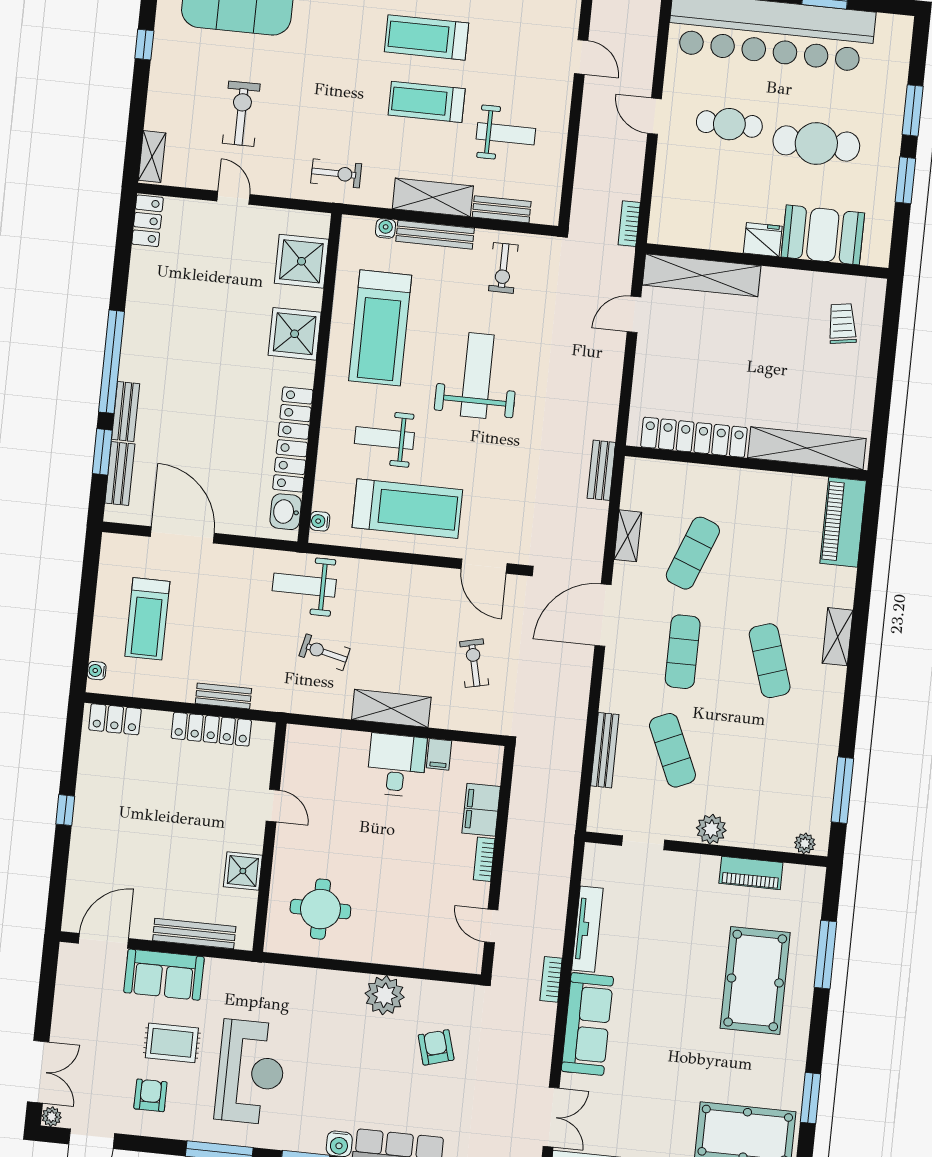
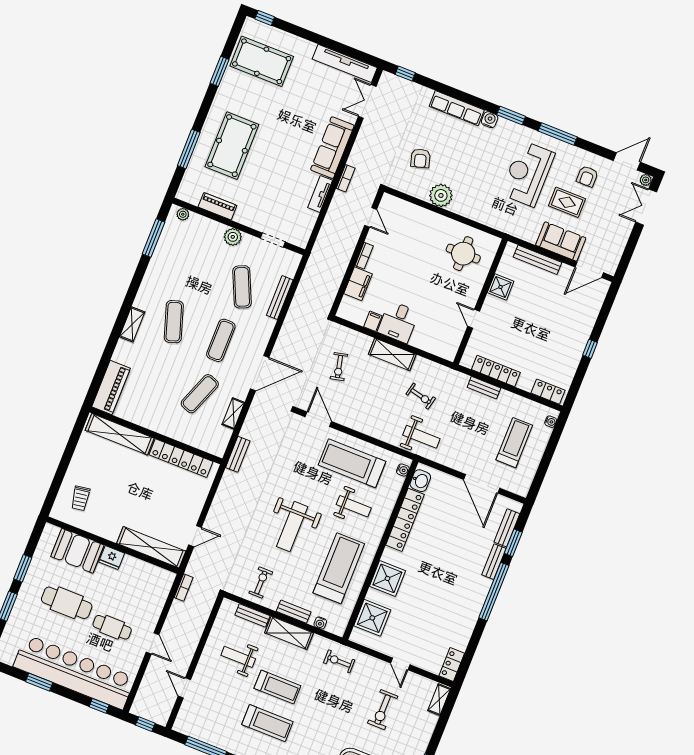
bench: (435, 235) -> (294, 612), width x0.73
tv unit: (587, 929) -> (320, 194), width x0.71

